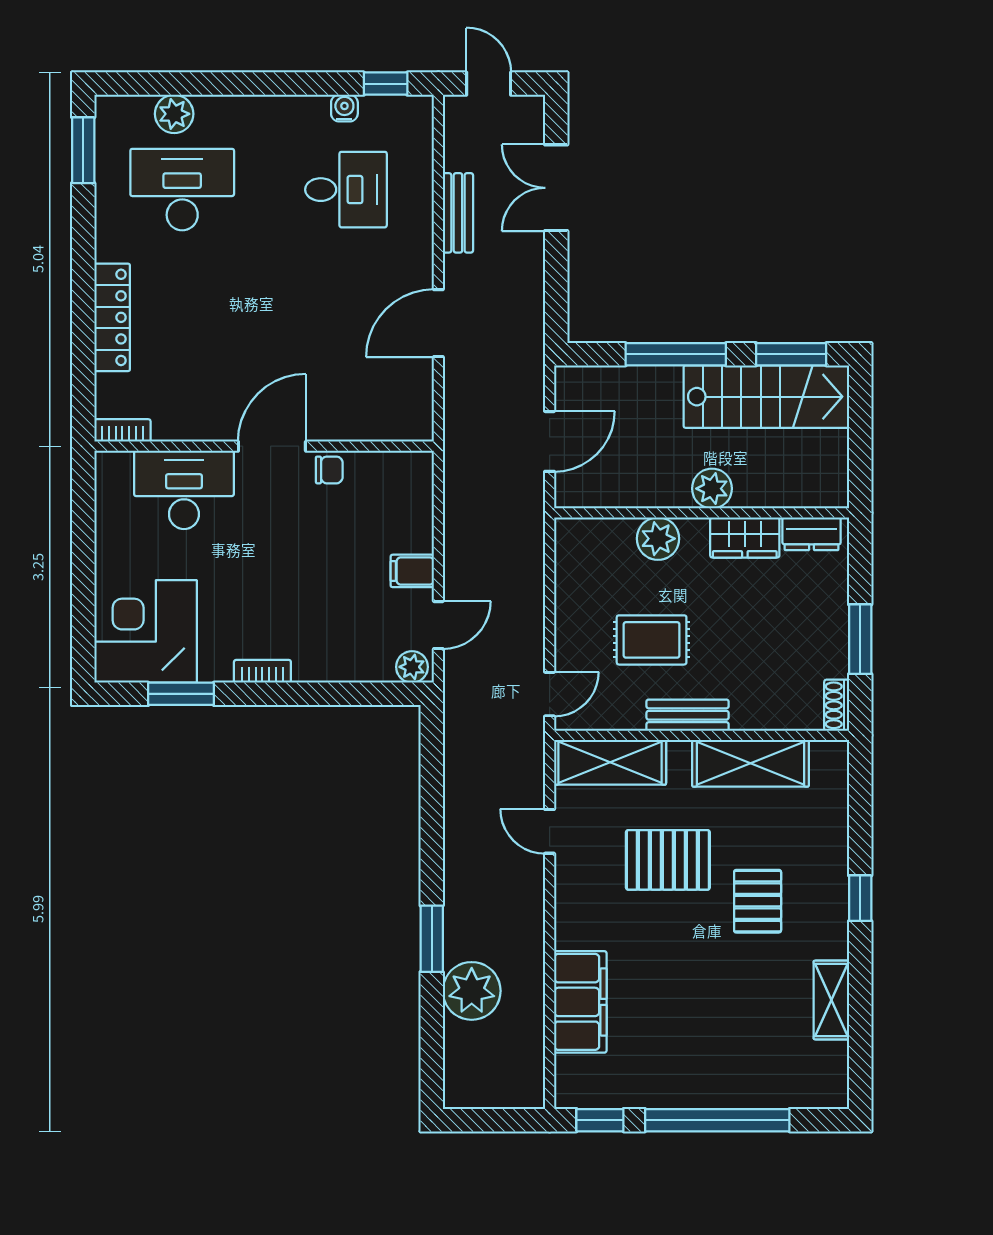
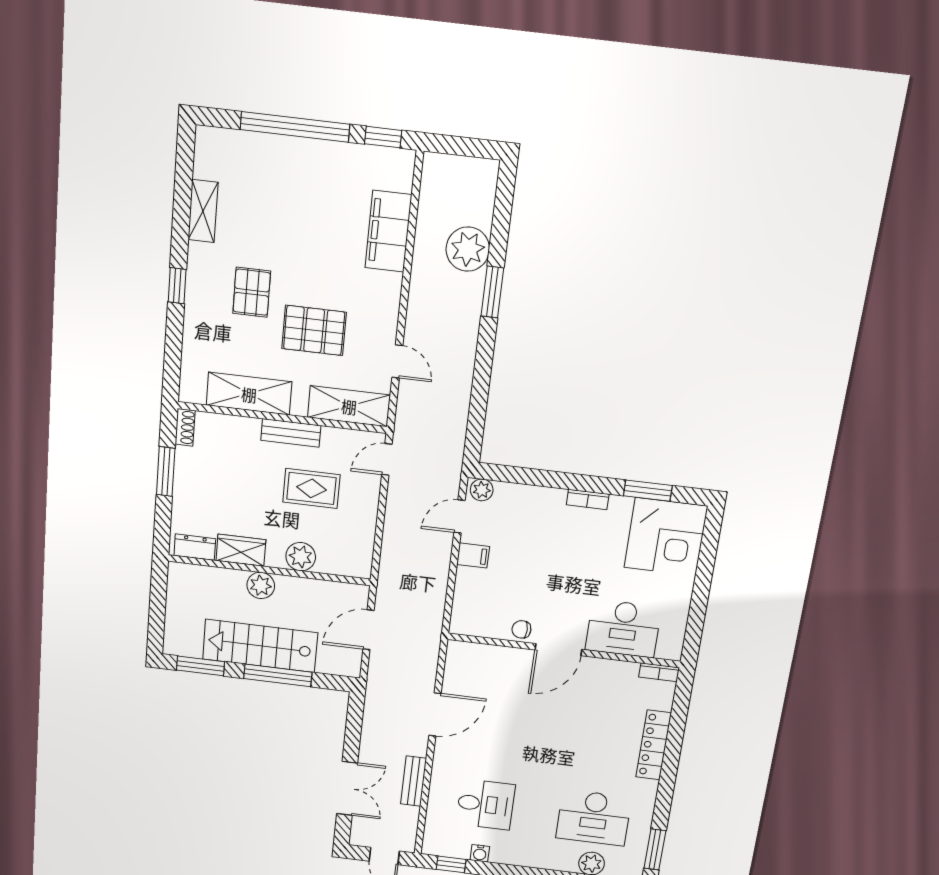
desk: (346, 190) -> (486, 804), turned 180
stairs: (766, 397) -> (260, 646), moved

